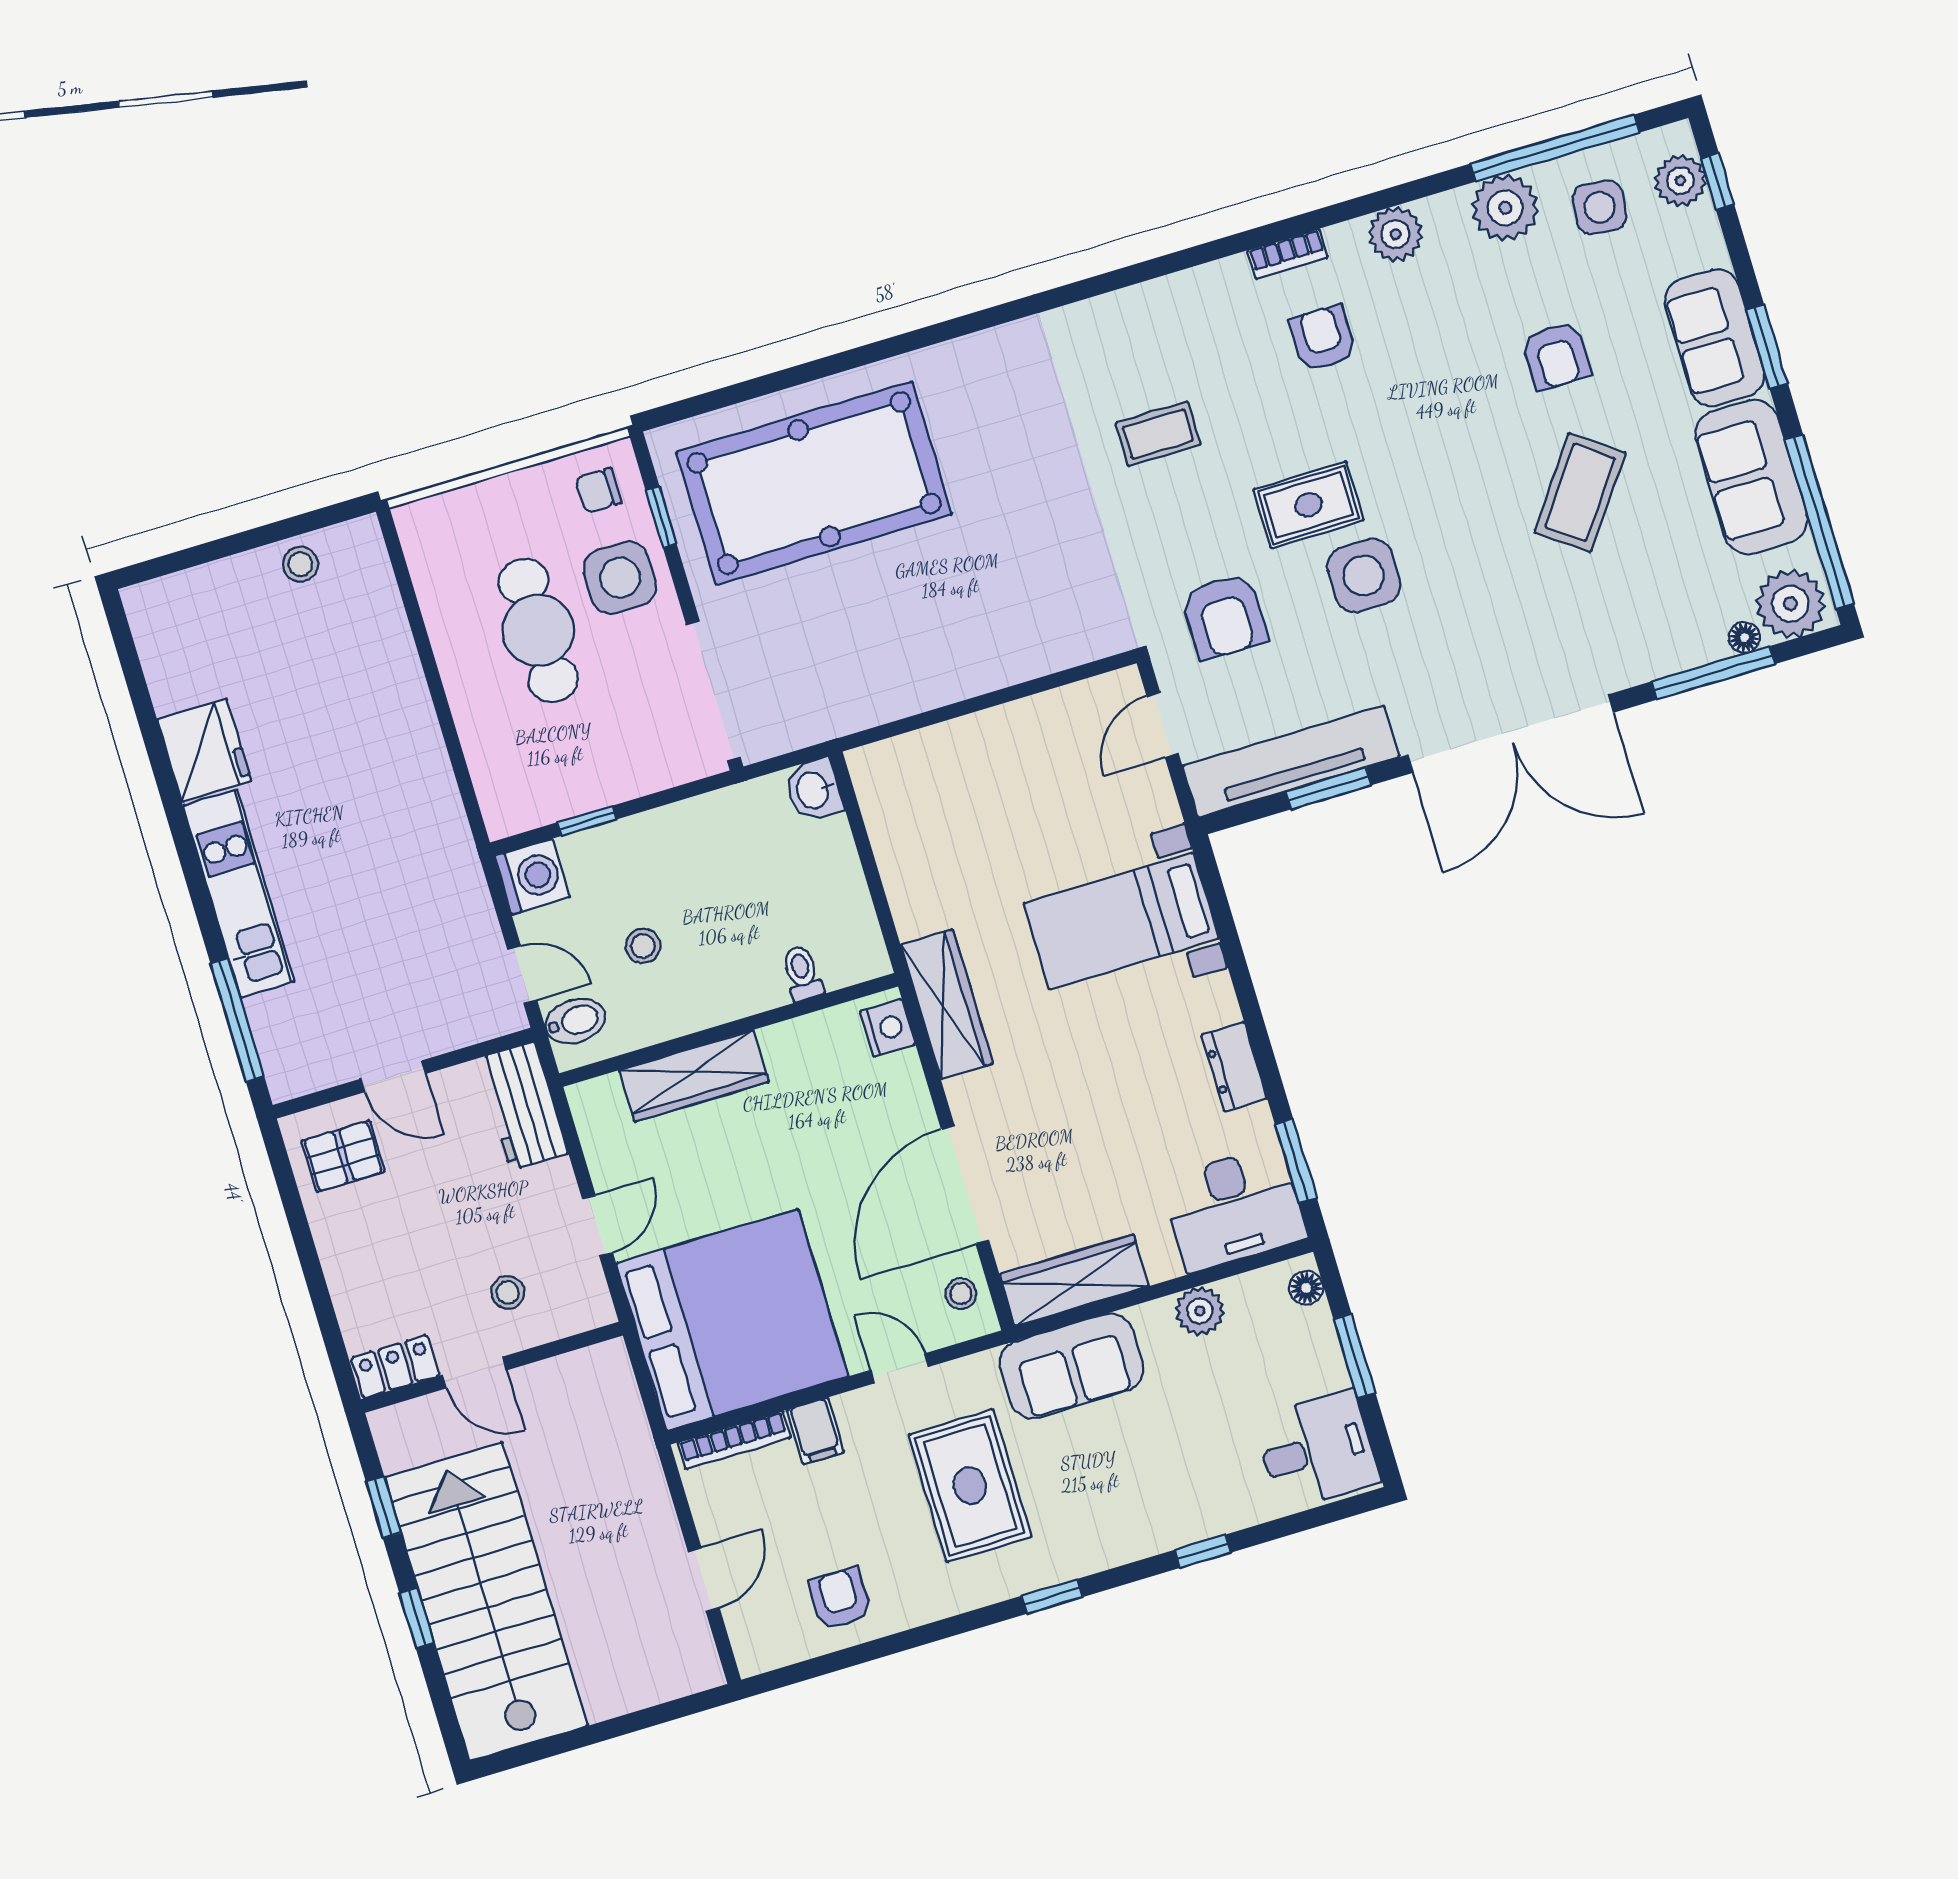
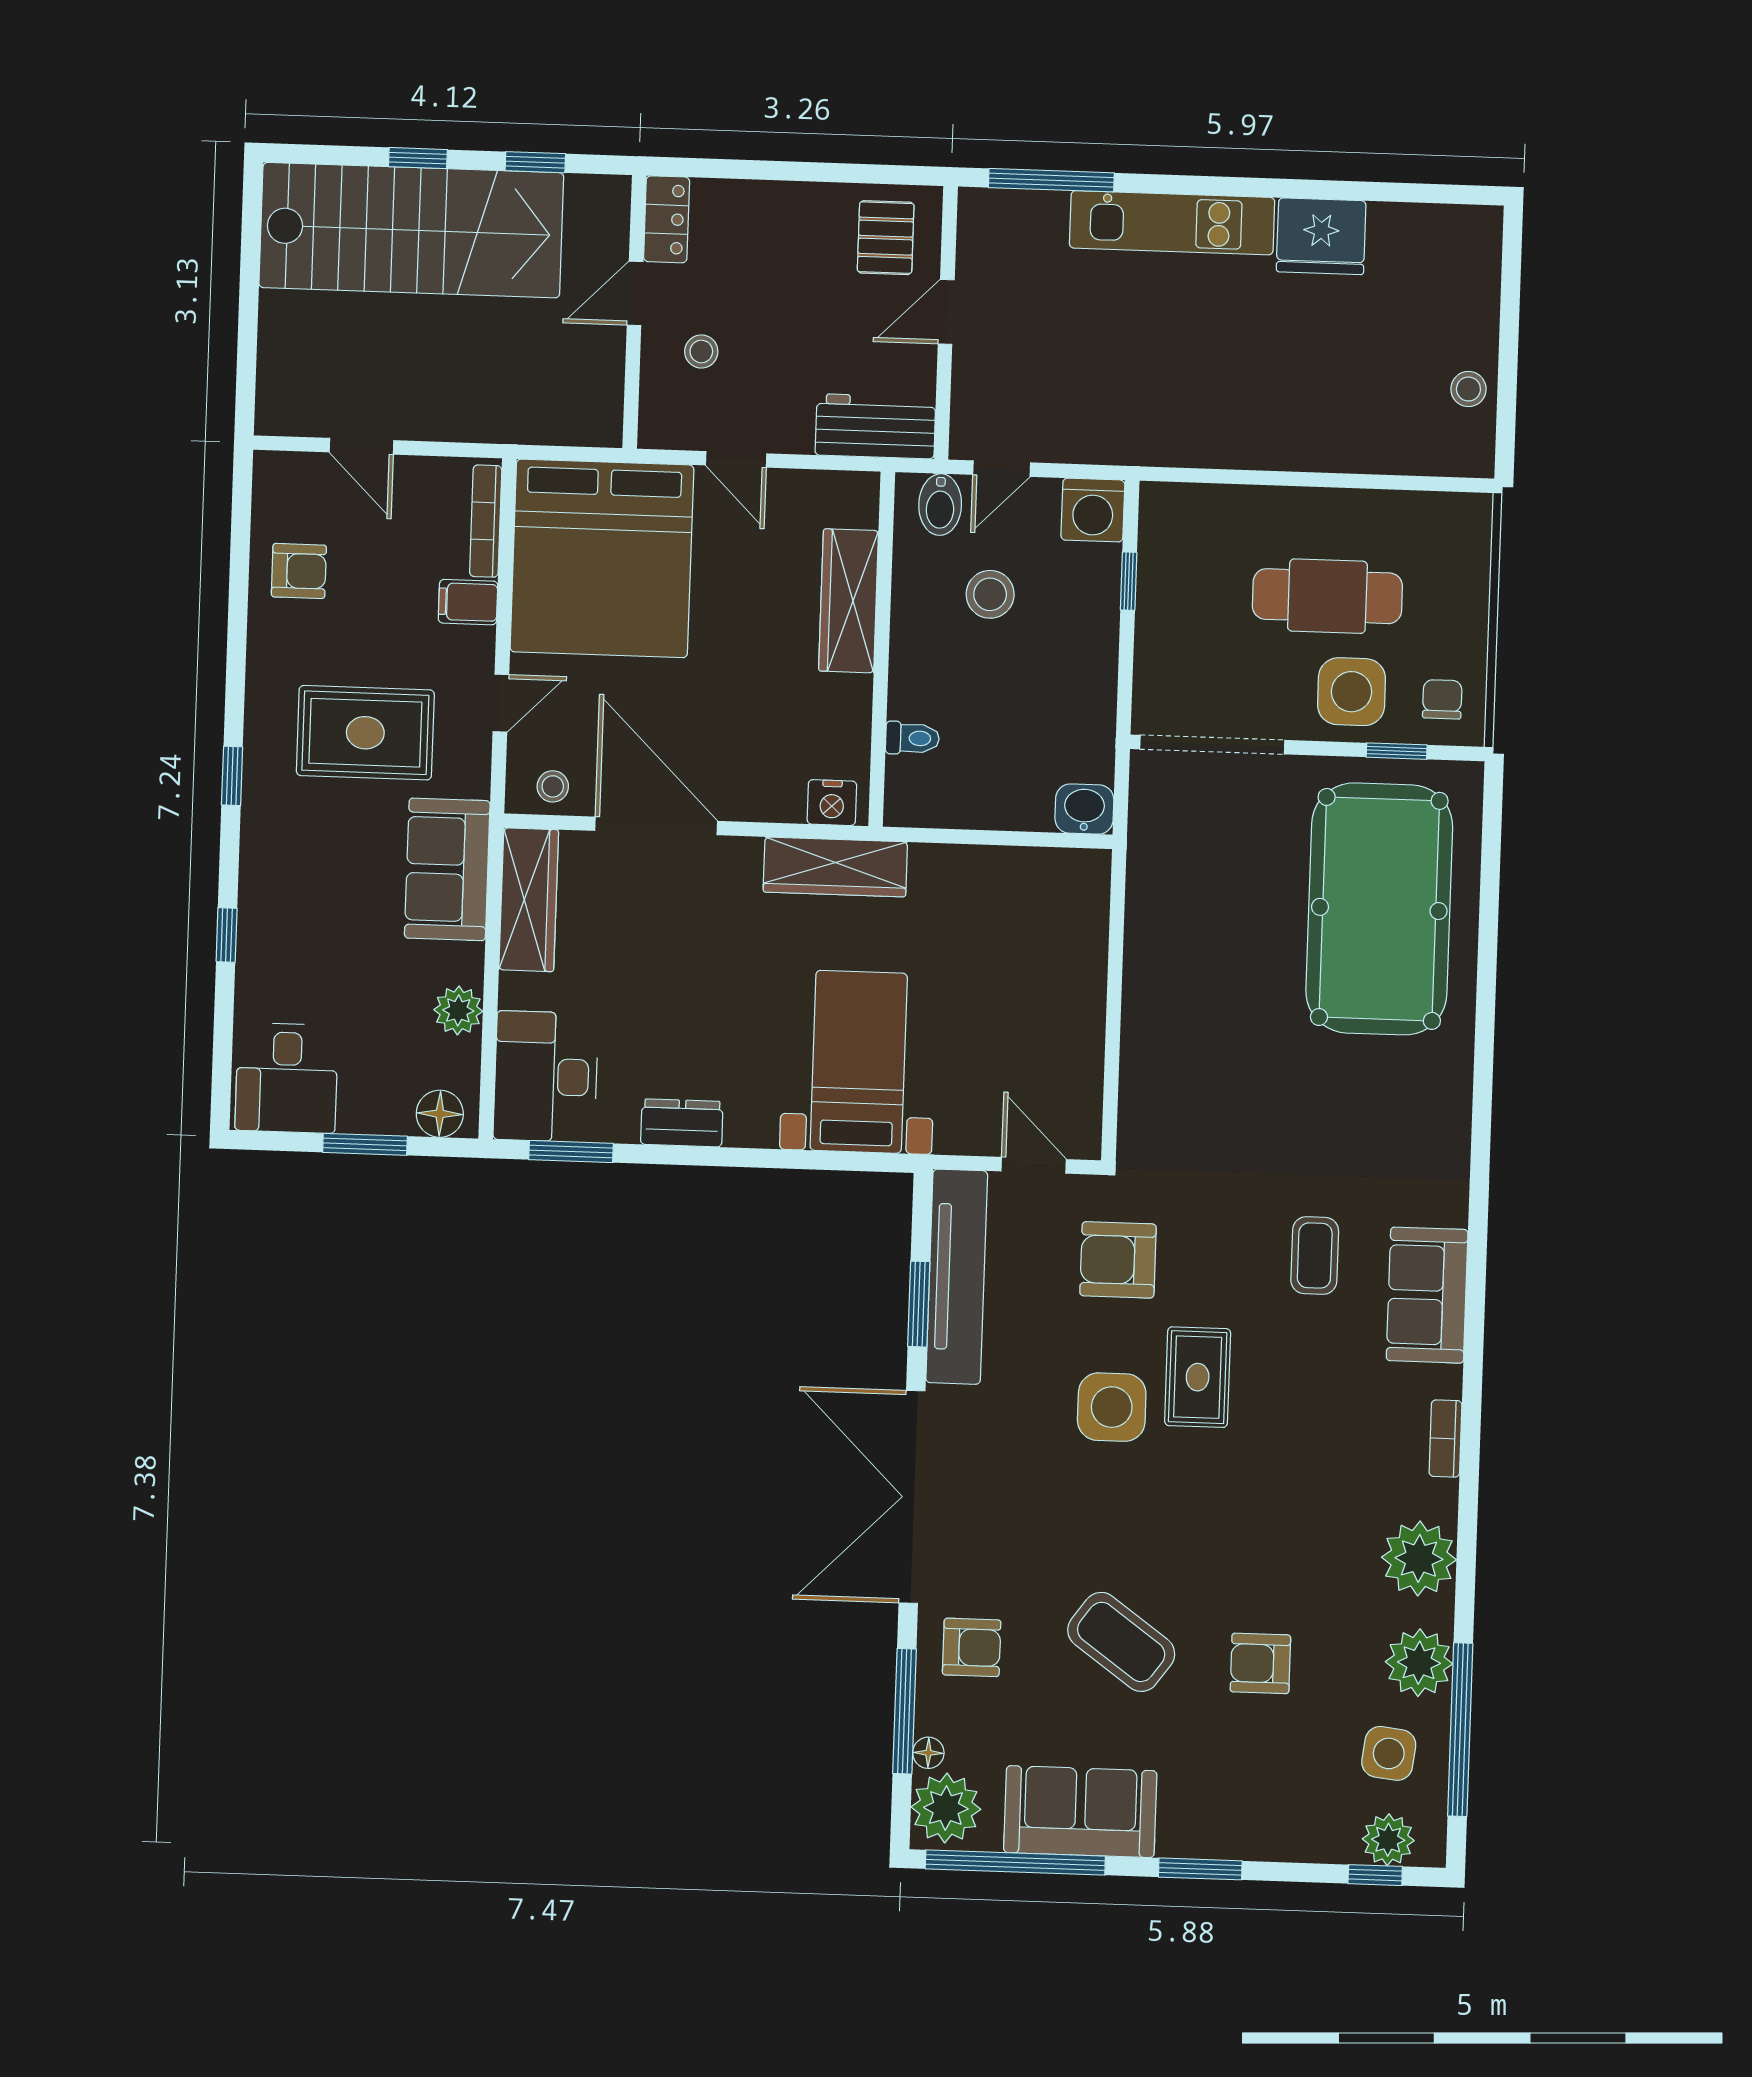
plant: (1396, 234) -> (1419, 1558), width x1.36, depth x1.36
armchair: (1323, 338) -> (972, 1647), moved
sofa: (1715, 338) -> (1427, 1295), moved, turned -90
stool: (643, 946) -> (990, 594), width x1.37, depth x1.37
floor lamp: (1306, 1288) -> (440, 1114), width x1.37, depth x1.37

